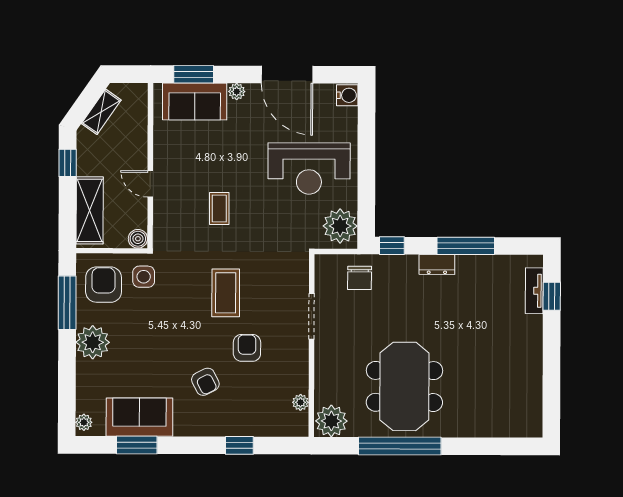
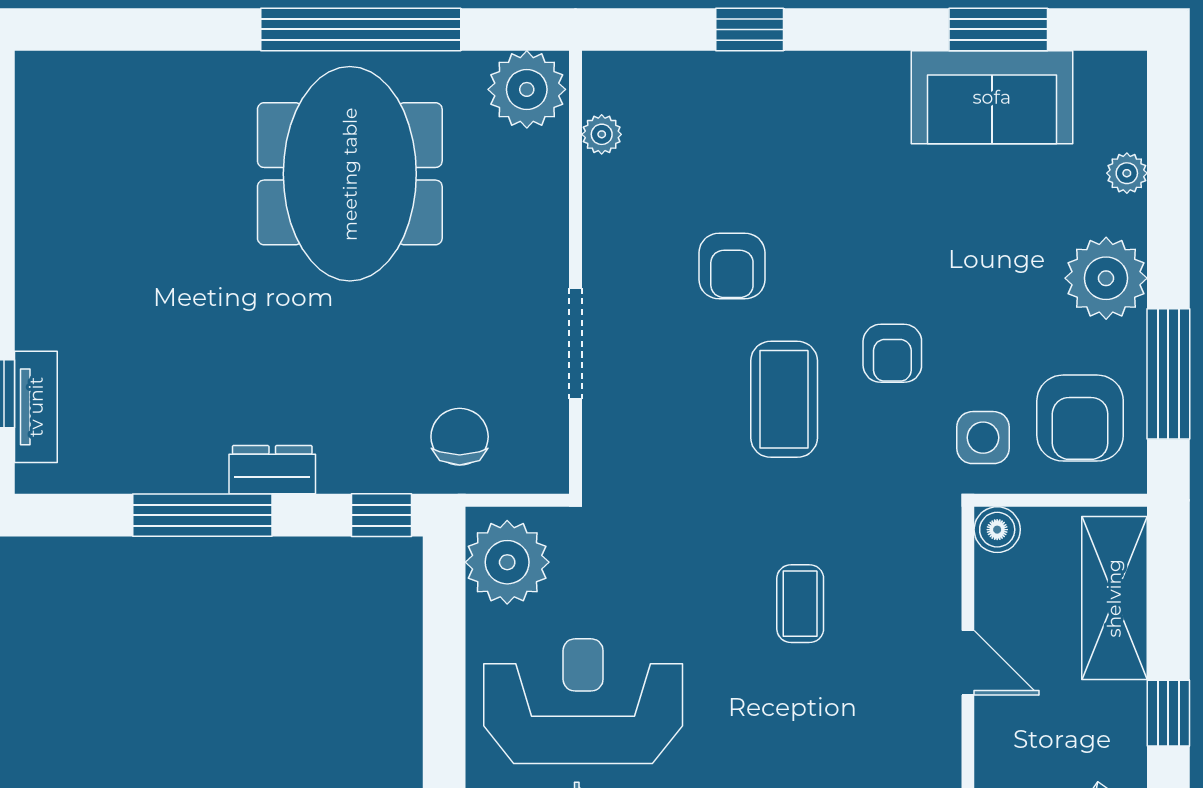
armchair: (205, 382) -> (892, 353), moved, turned -153
plant: (84, 422) -> (1127, 173), moved

